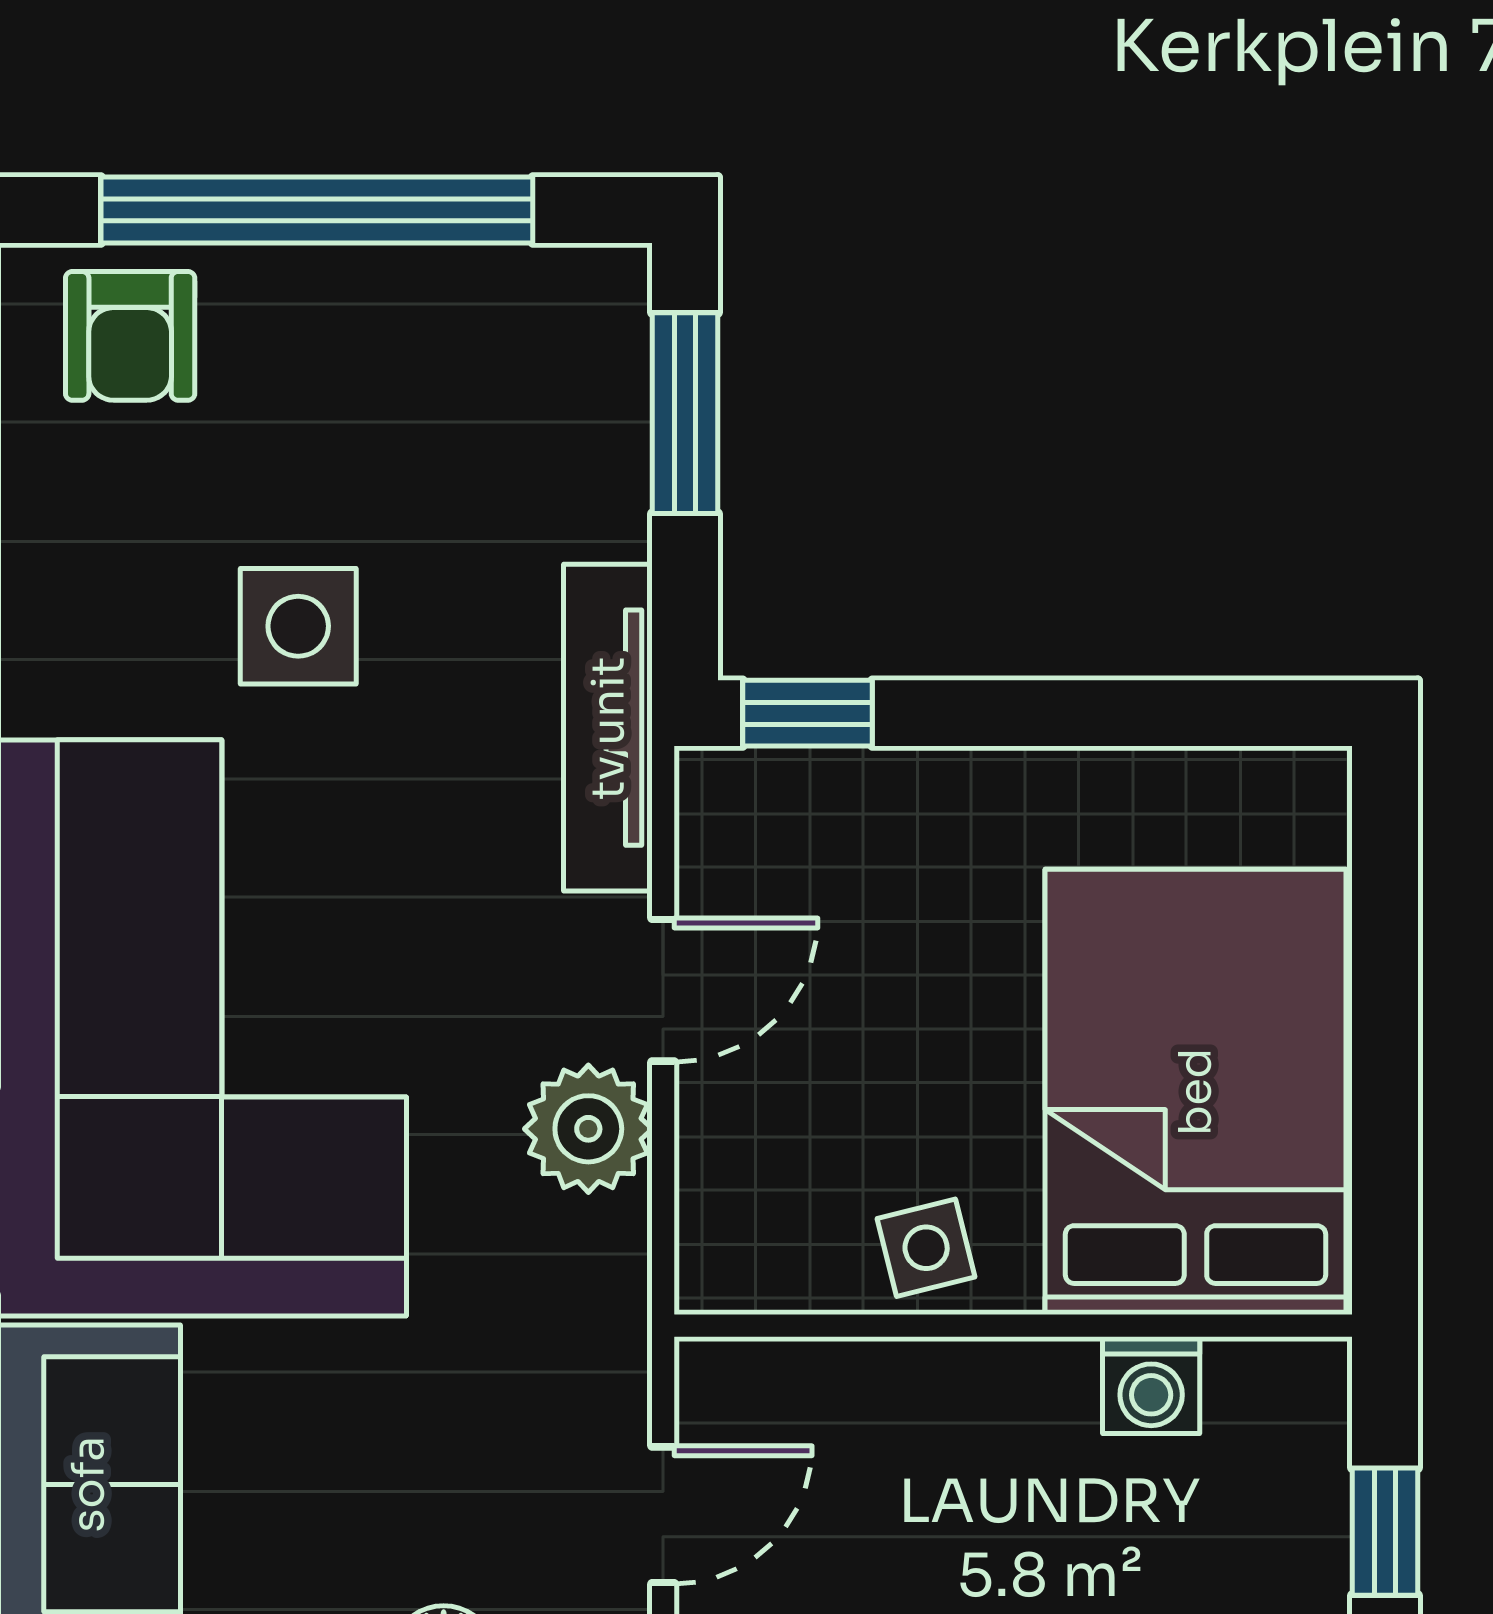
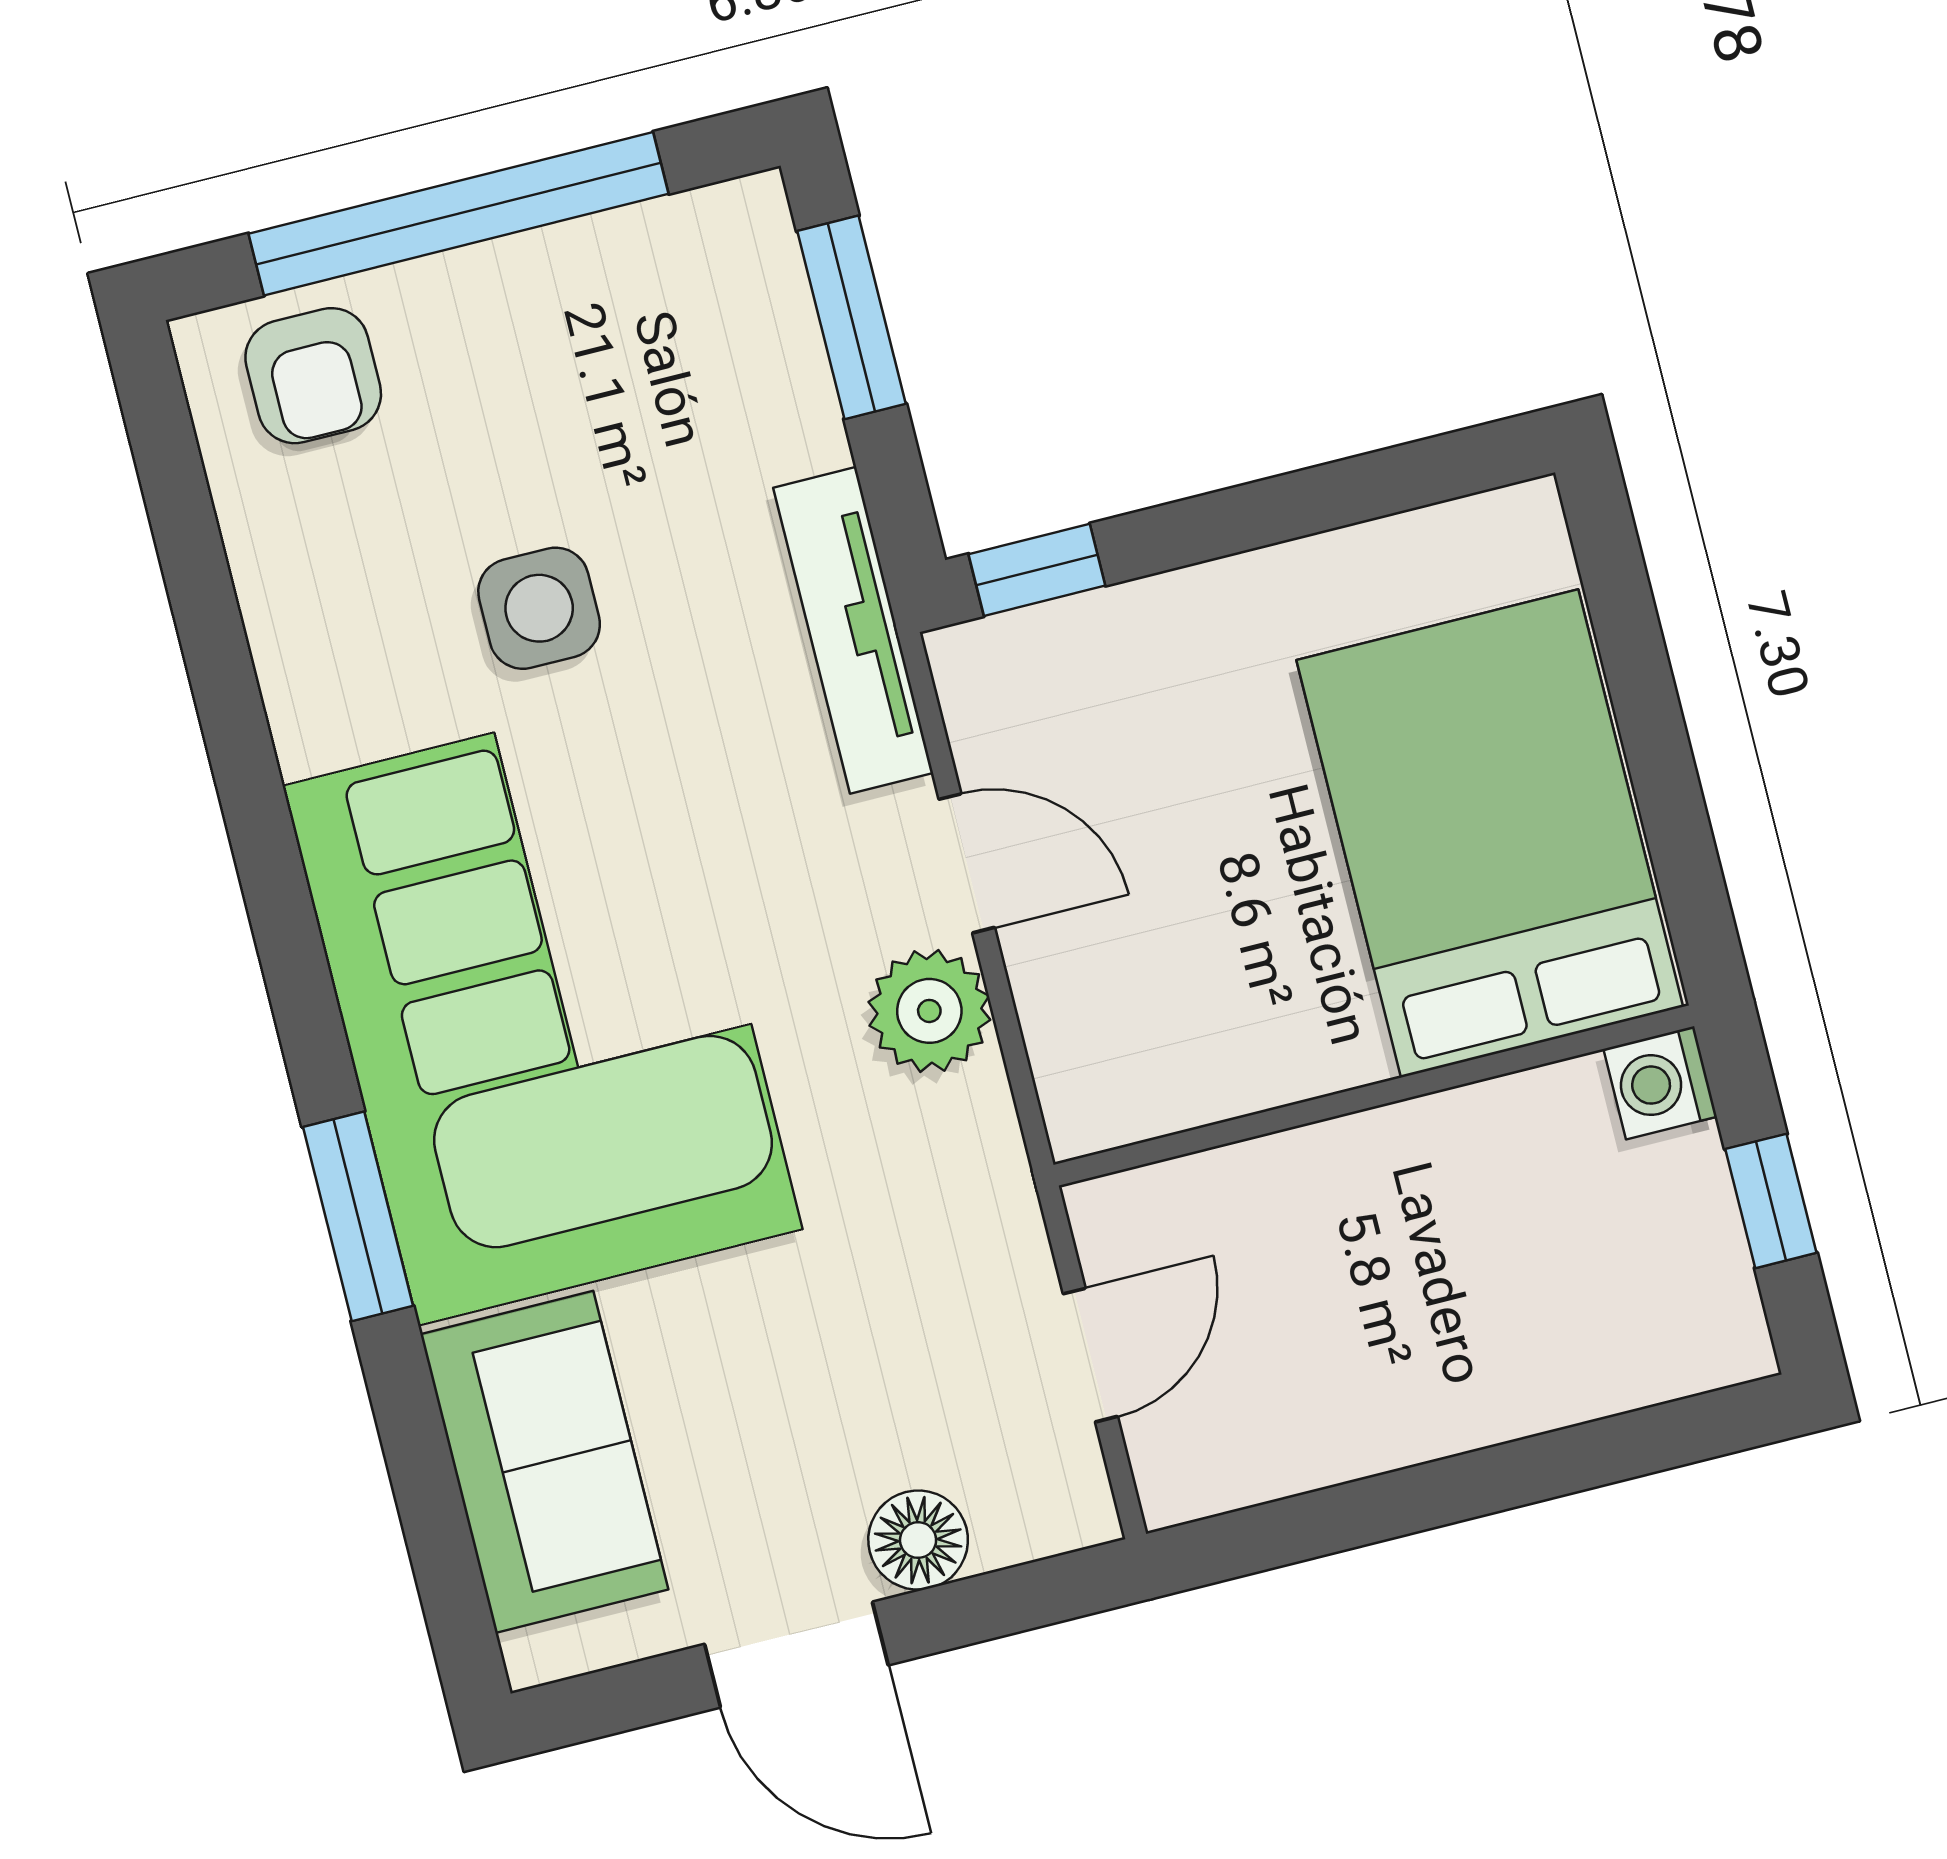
door: (663, 990) -> (967, 863), hinge flipped
side table: (926, 1248) -> (1274, 1043), removed
washing machine: (1151, 1385) -> (1660, 1083), moved, turned 90

